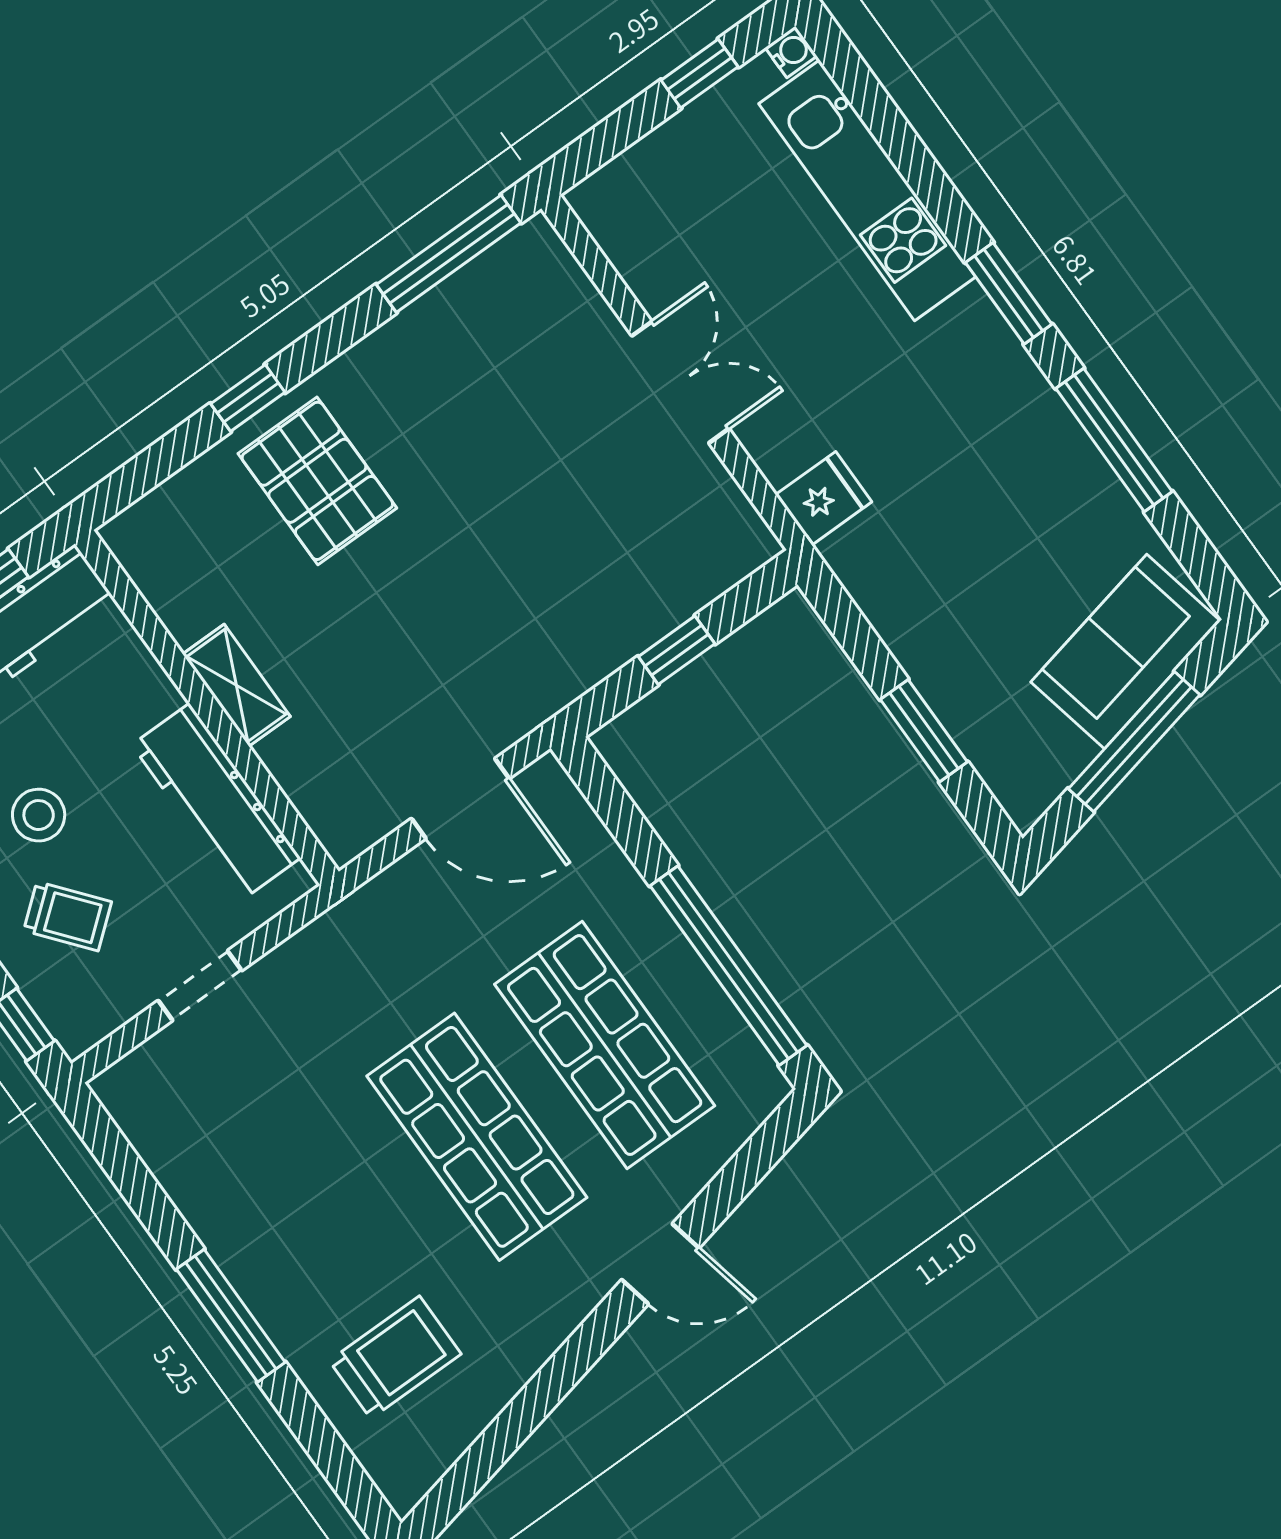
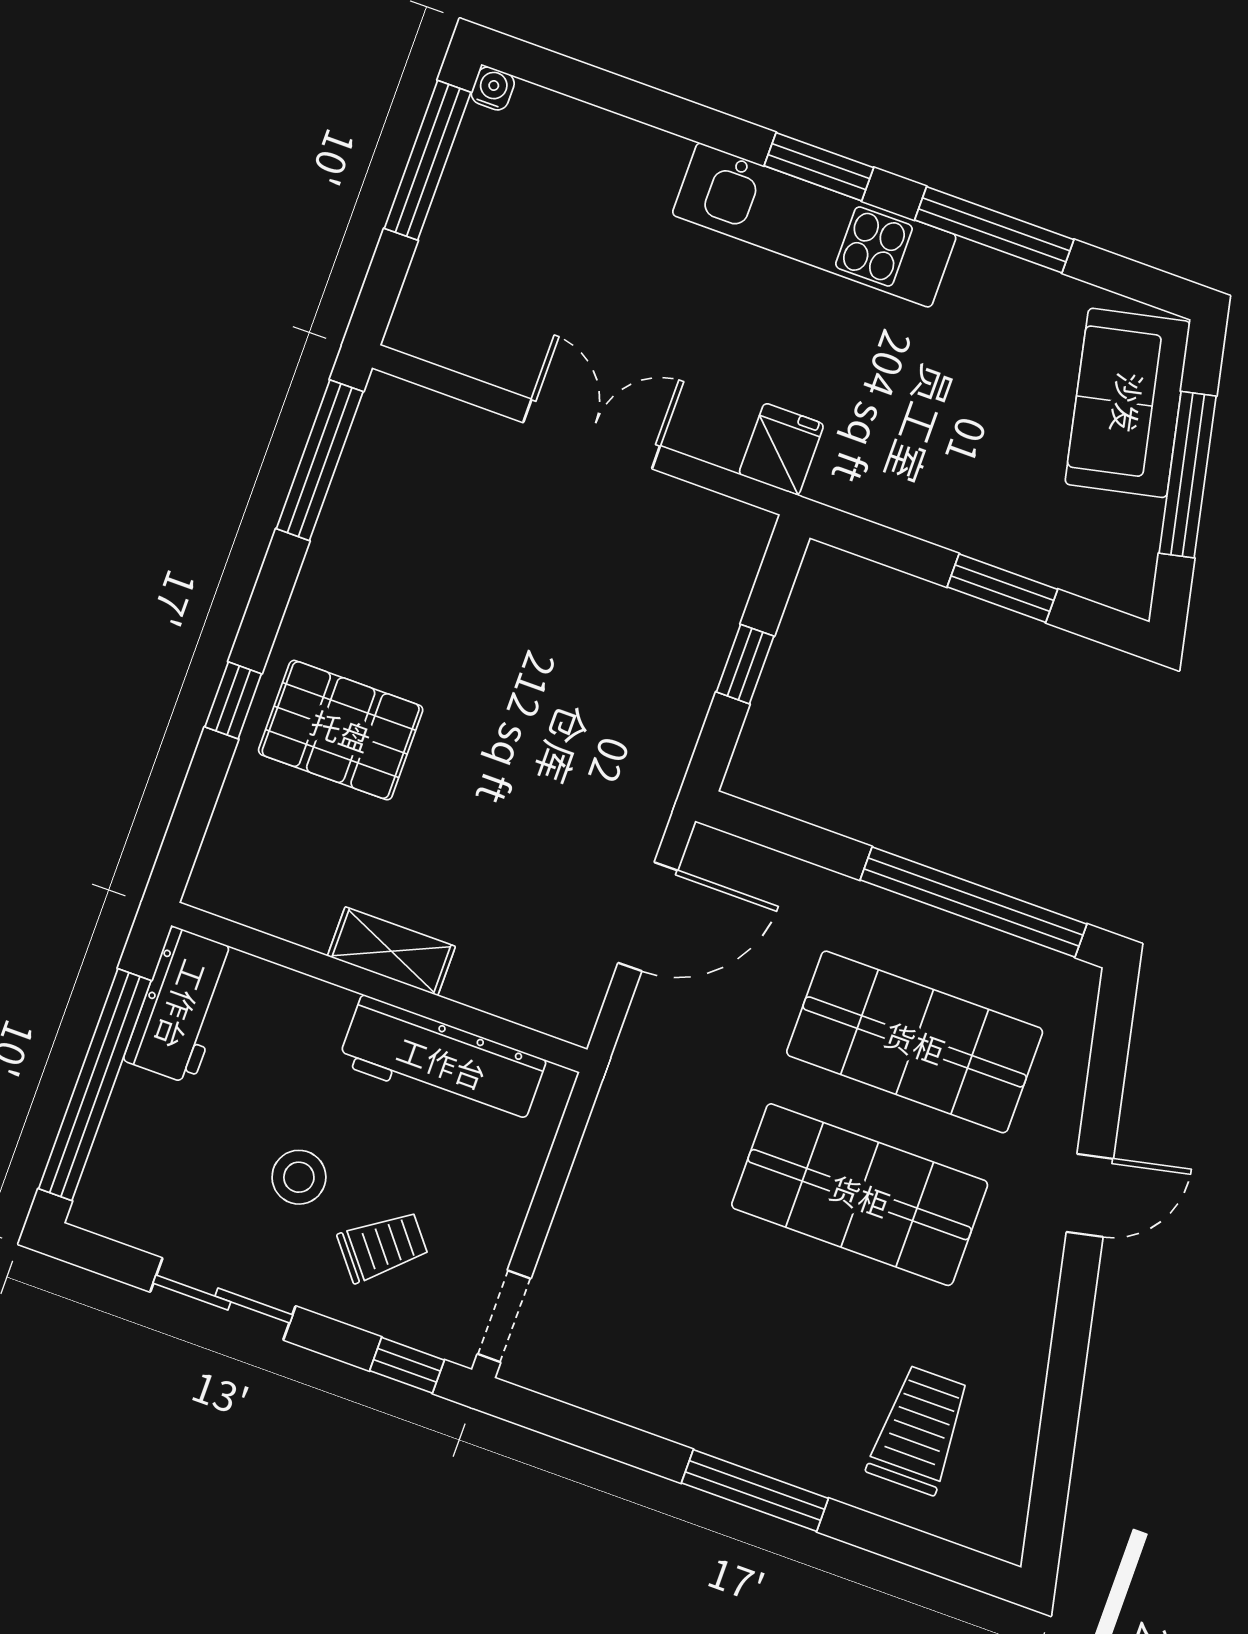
window: (700, 73) -> (428, 160), width x2.17
kitchen unit: (867, 190) -> (814, 225), moved
doorway: (200, 986) -> (504, 1316), moved

